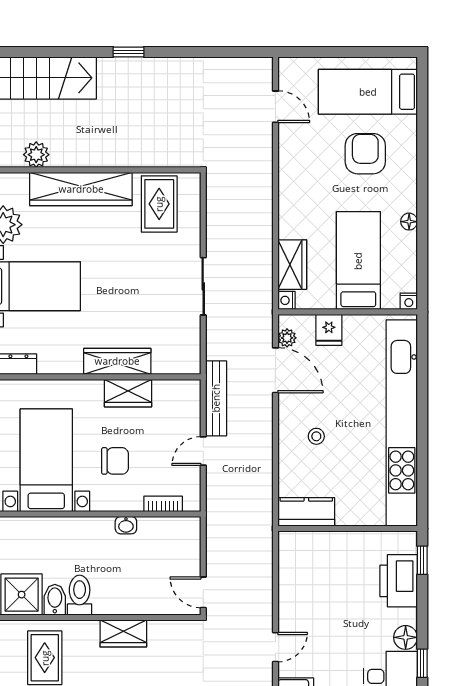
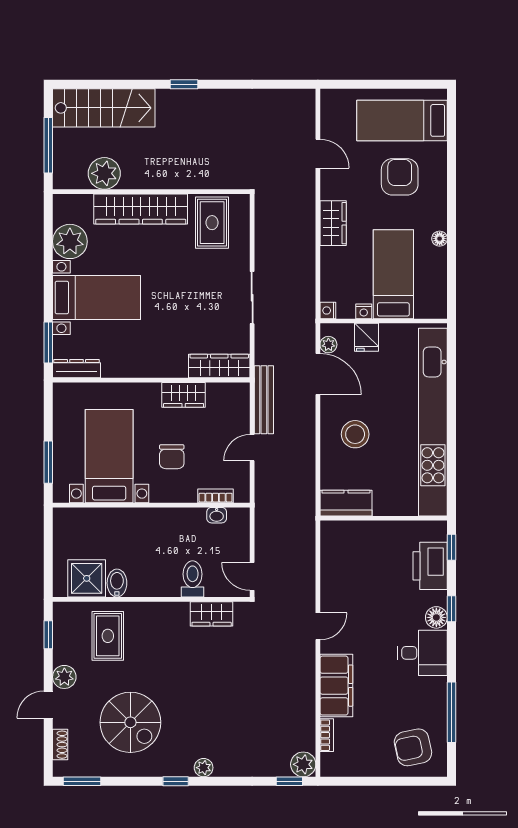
door: (275, 107) -> (318, 154), moved
plant: (36, 155) -> (104, 173), width x1.36, depth x1.36
wardrobe: (292, 265) -> (333, 223), moved
nightstand: (409, 301) -> (364, 311), moved
wardrobe: (117, 361) -> (219, 366), moved
stool: (316, 436) -> (355, 434), width x1.89, depth x1.89
chair: (115, 461) -> (172, 457), turned 90
washbasin: (126, 525) -> (217, 515), moved
toilet: (80, 595) -> (193, 579), moved
wardrobe: (123, 633) -> (212, 614), moved
window: (422, 663) -> (452, 609), moved

